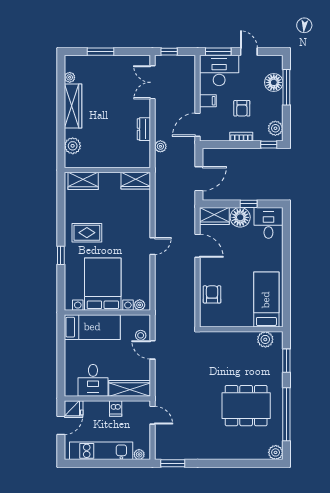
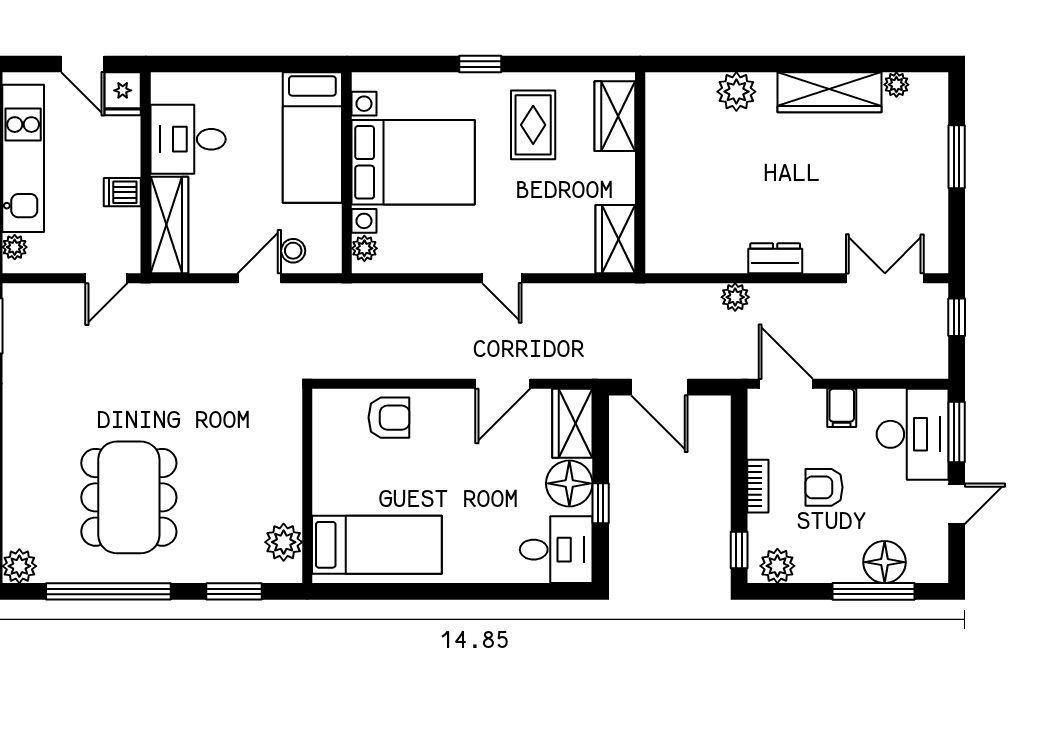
wall: (107, 170) -> (640, 173), moved
wardrobe: (83, 181) -> (615, 116), moved
wardrobe: (136, 181) -> (615, 239), moved

